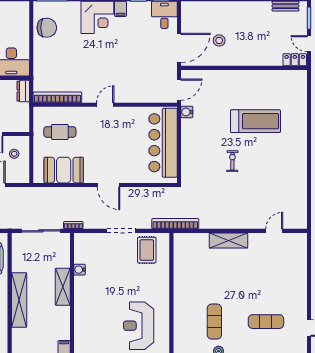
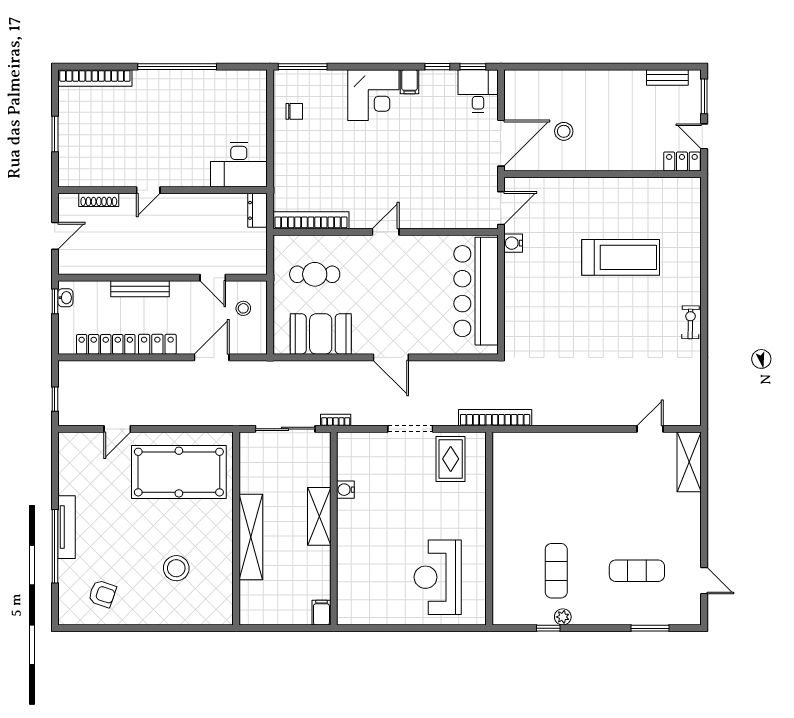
chair: (47, 28) -> (294, 111), width x0.54, depth x0.54
exercise bike: (232, 161) -> (690, 322), moved
shelving: (228, 240) -> (689, 462), moved, turned 90

